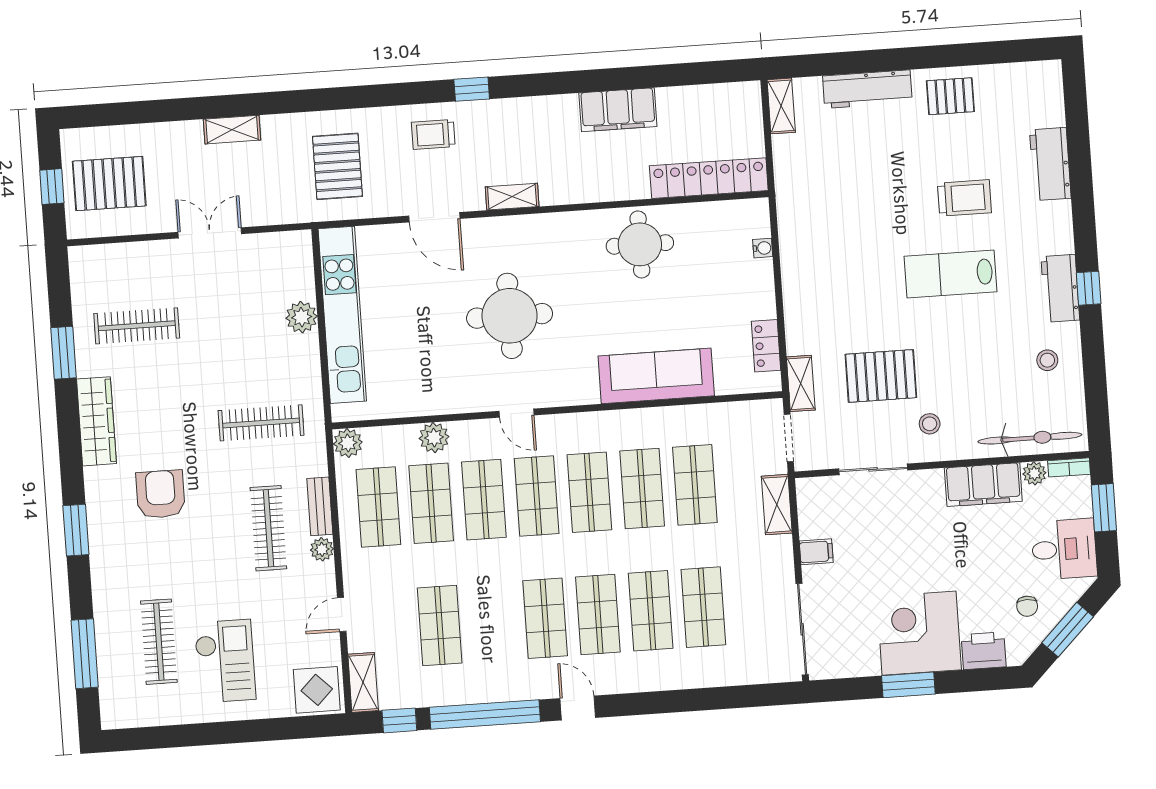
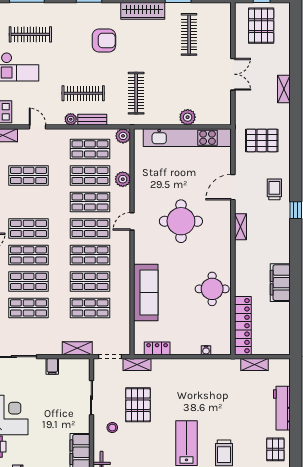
shelving: (781, 106) -> (255, 364), moved

